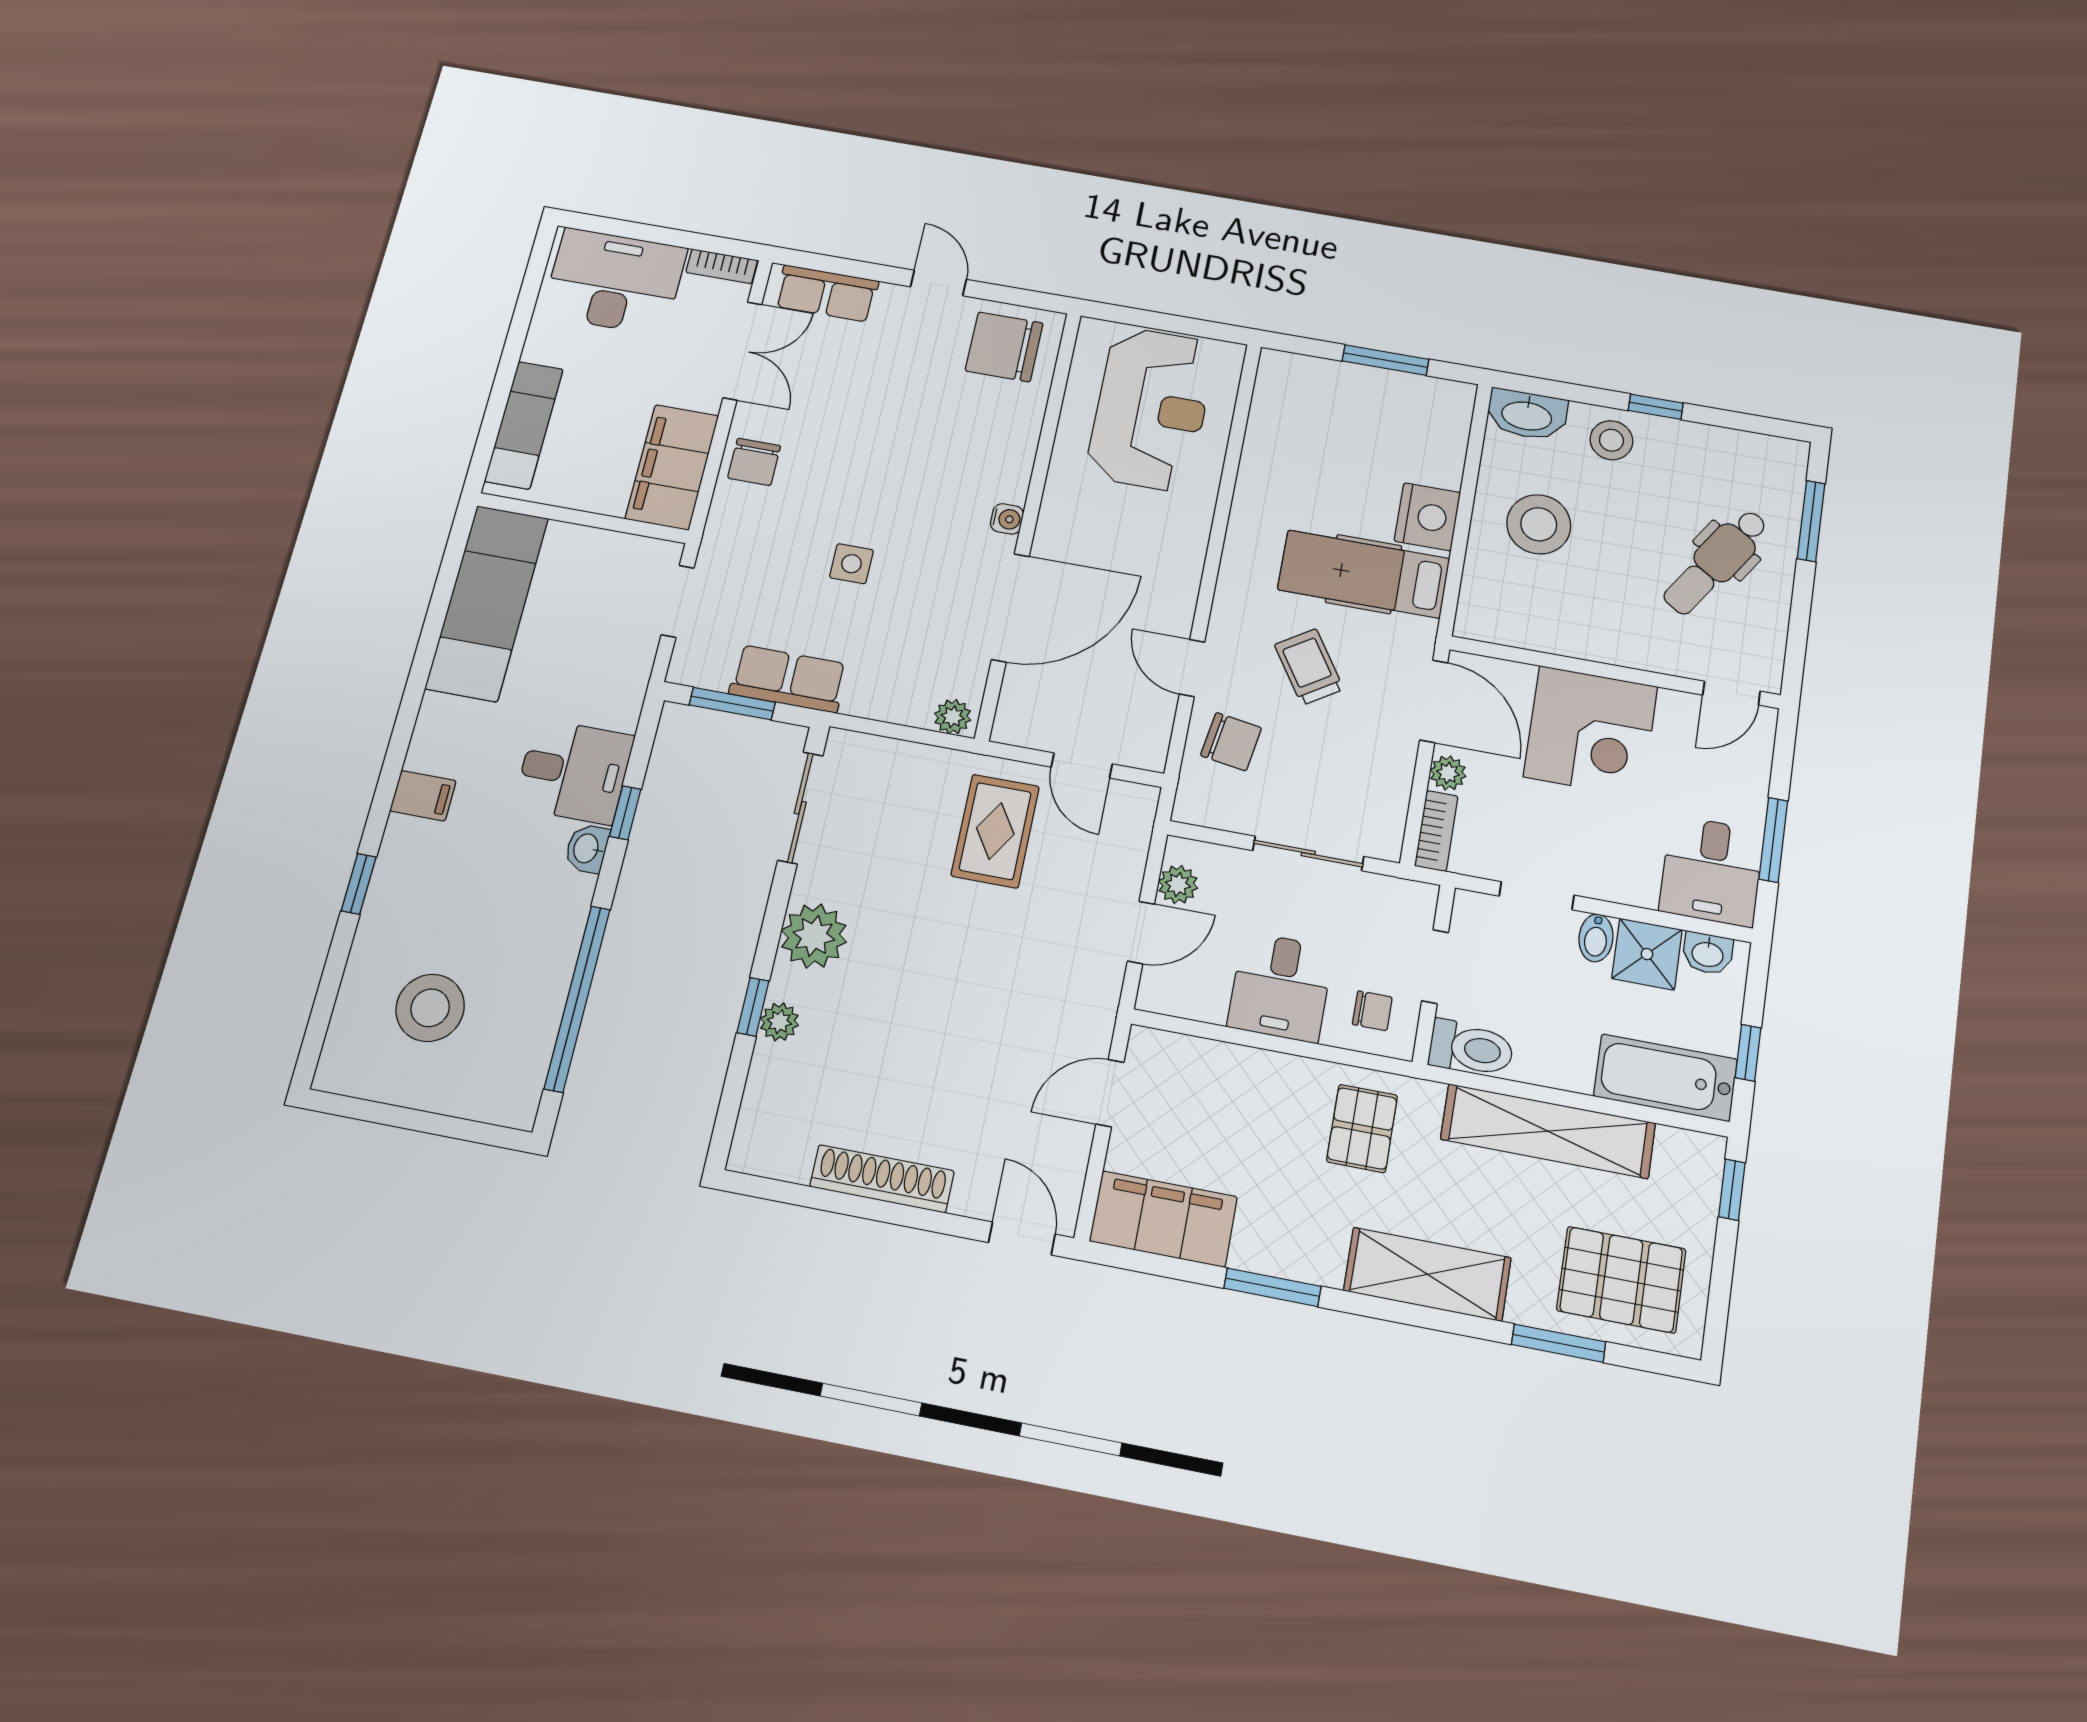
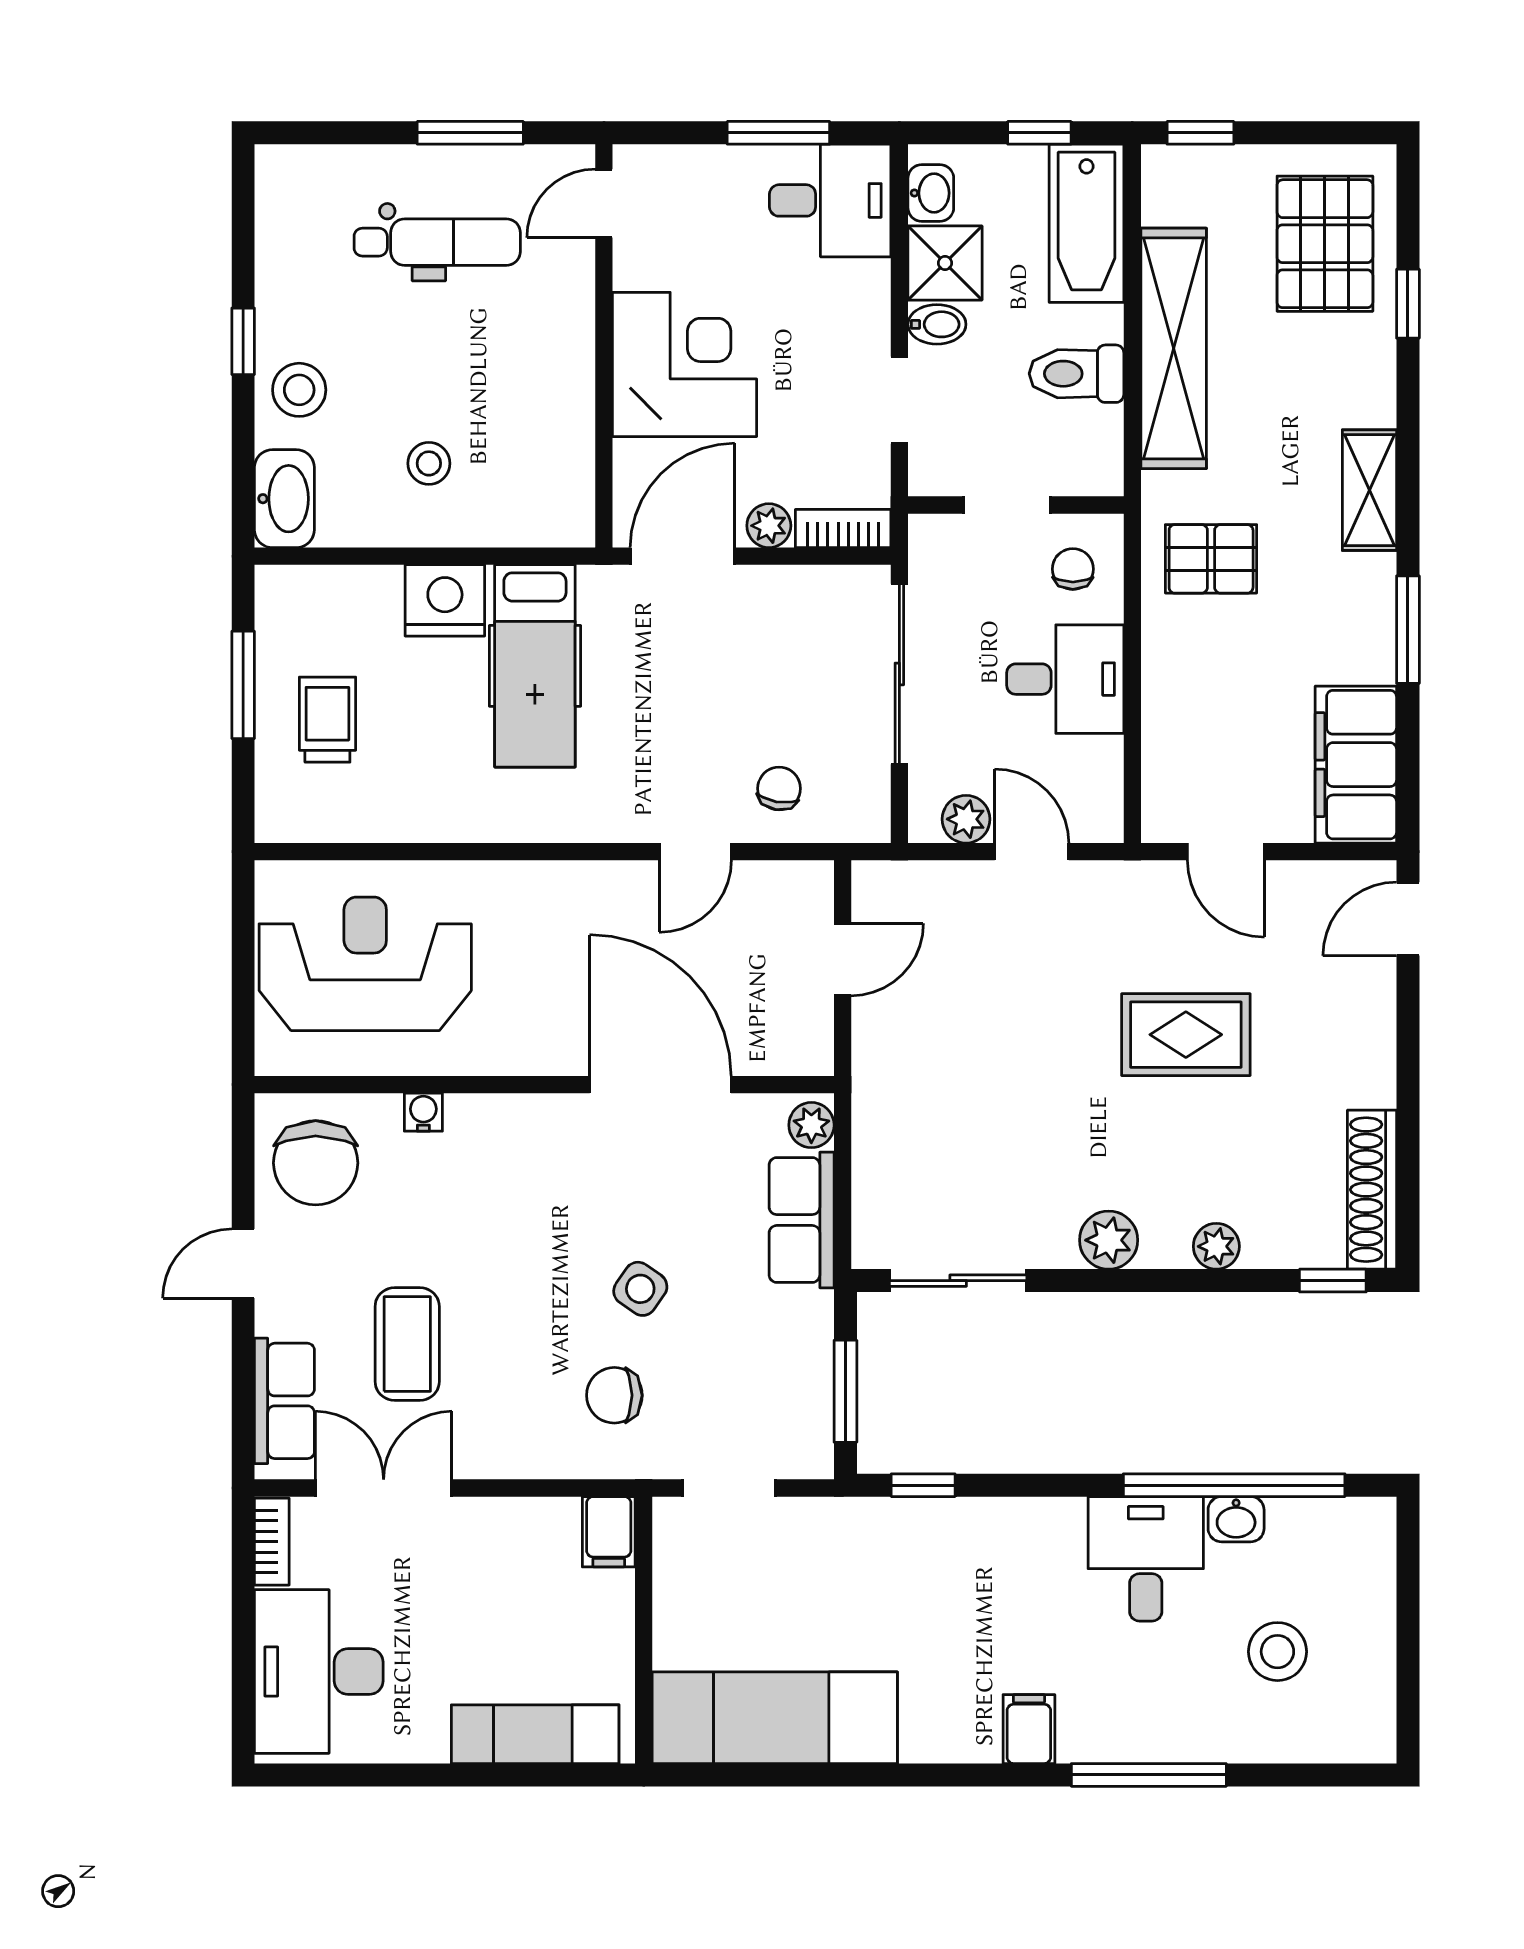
coffee table: (849, 387) -> (407, 1344), added
chair: (754, 462) -> (614, 1395), moved, turned 180
filing cabinet: (672, 467) -> (609, 1532), width x0.33, depth x0.86
water cooler: (1007, 519) -> (423, 1112), moved
window: (1811, 521) -> (470, 133), moved
stool: (1539, 524) -> (429, 463), width x0.53, depth x0.53
dental chair: (1716, 562) -> (437, 242), turned -33
side table: (851, 564) -> (640, 1289), turned 35
trolley: (1309, 667) -> (327, 720), moved, turned 123
row of seats: (788, 679) -> (802, 1220), moved
door: (1731, 693) -> (604, 203), swing flipped
chair: (1231, 742) -> (779, 788), width x0.73, depth x0.73
desk: (574, 771) -> (1146, 1559), moved
window: (625, 813) -> (923, 1485), moved
rug: (995, 831) -> (1186, 1035), moved
washbasin: (587, 849) -> (1236, 1519), moved
sliding door: (1308, 854) -> (899, 674), width x1.37
window: (359, 884) -> (1149, 1775), width x2.17
plant: (814, 936) -> (1109, 1240), width x0.73, depth x0.73
window: (753, 1007) -> (1333, 1281), moved
stool: (430, 1008) -> (1277, 1652), width x0.73, depth x0.73
toilet: (1471, 1048) -> (1077, 374), moved, turned -90
shoe rack: (882, 1179) -> (1372, 1190), moved
shelving: (1427, 1274) -> (1369, 490), width x0.67, depth x0.75
window: (1559, 1343) -> (1408, 304), width x0.67

